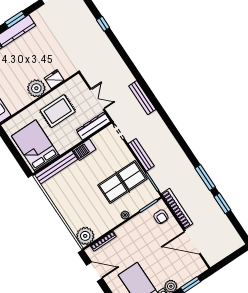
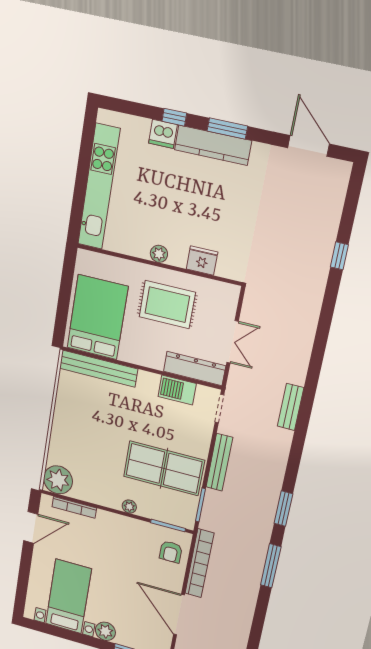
plant: (36, 88) -> (159, 254), width x0.53, depth x0.53
bench: (142, 98) -> (291, 407), width x0.73
barbecue: (84, 150) -> (177, 390), moved
window: (222, 203) -> (283, 509), moved
door: (94, 272) -> (31, 527), hinge flipped

